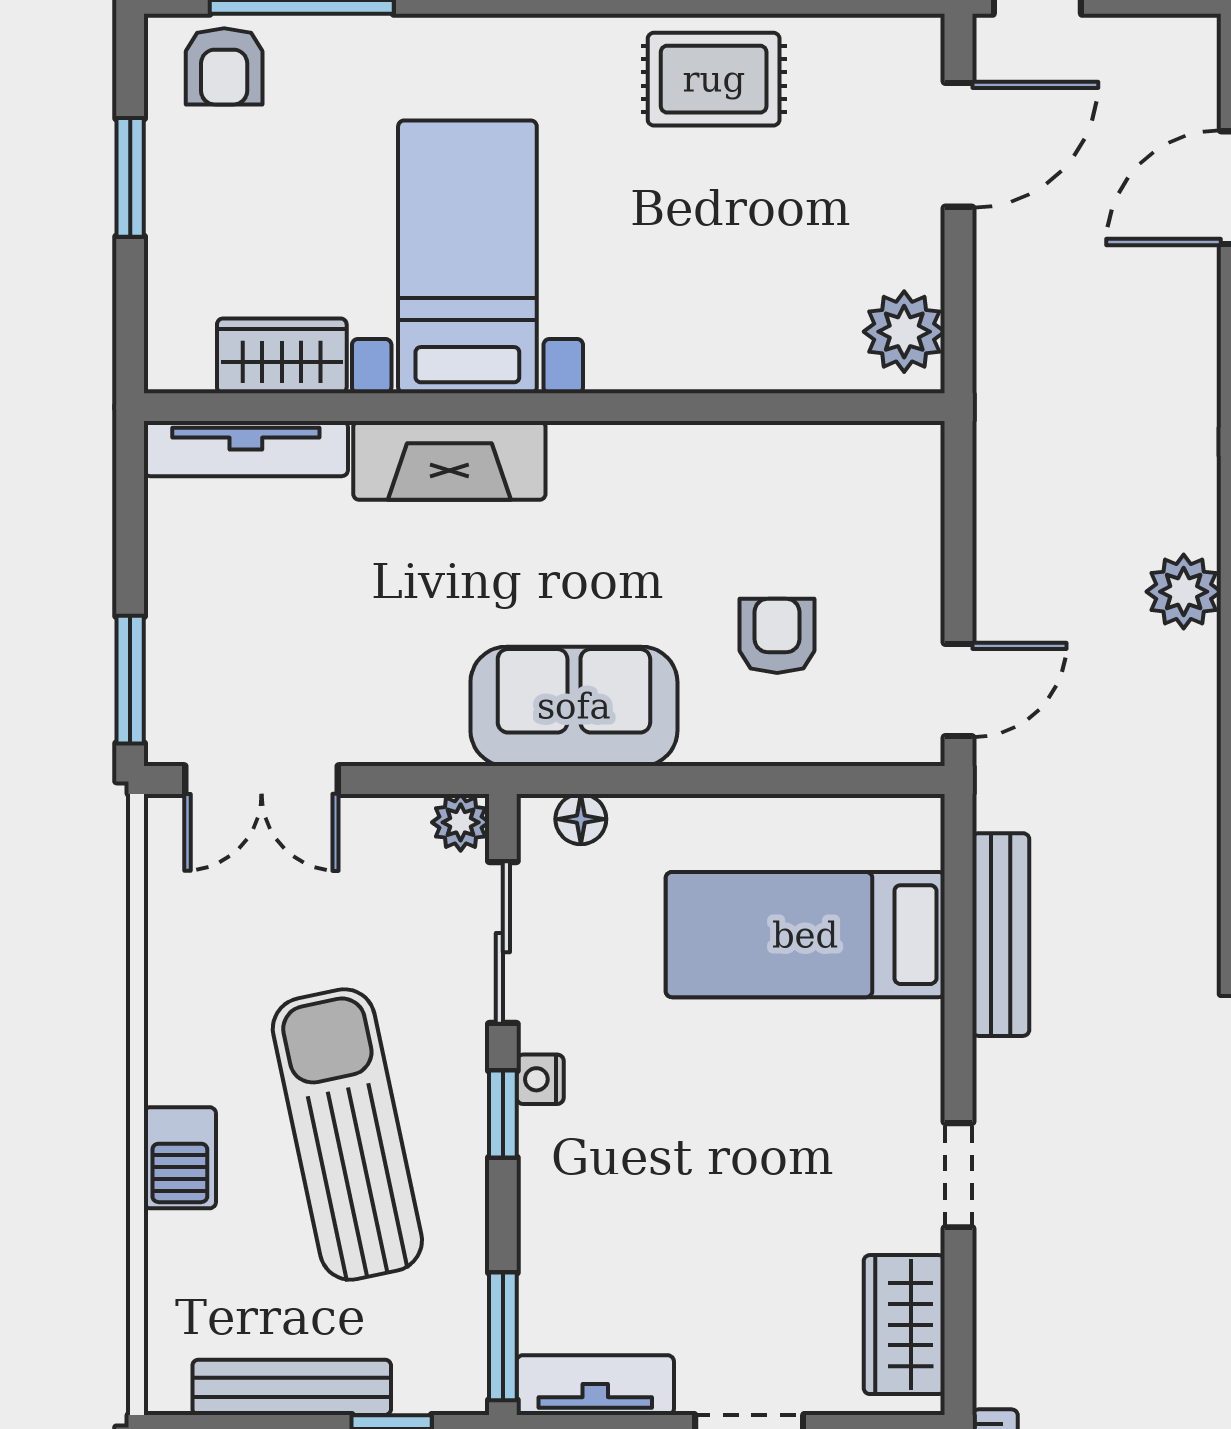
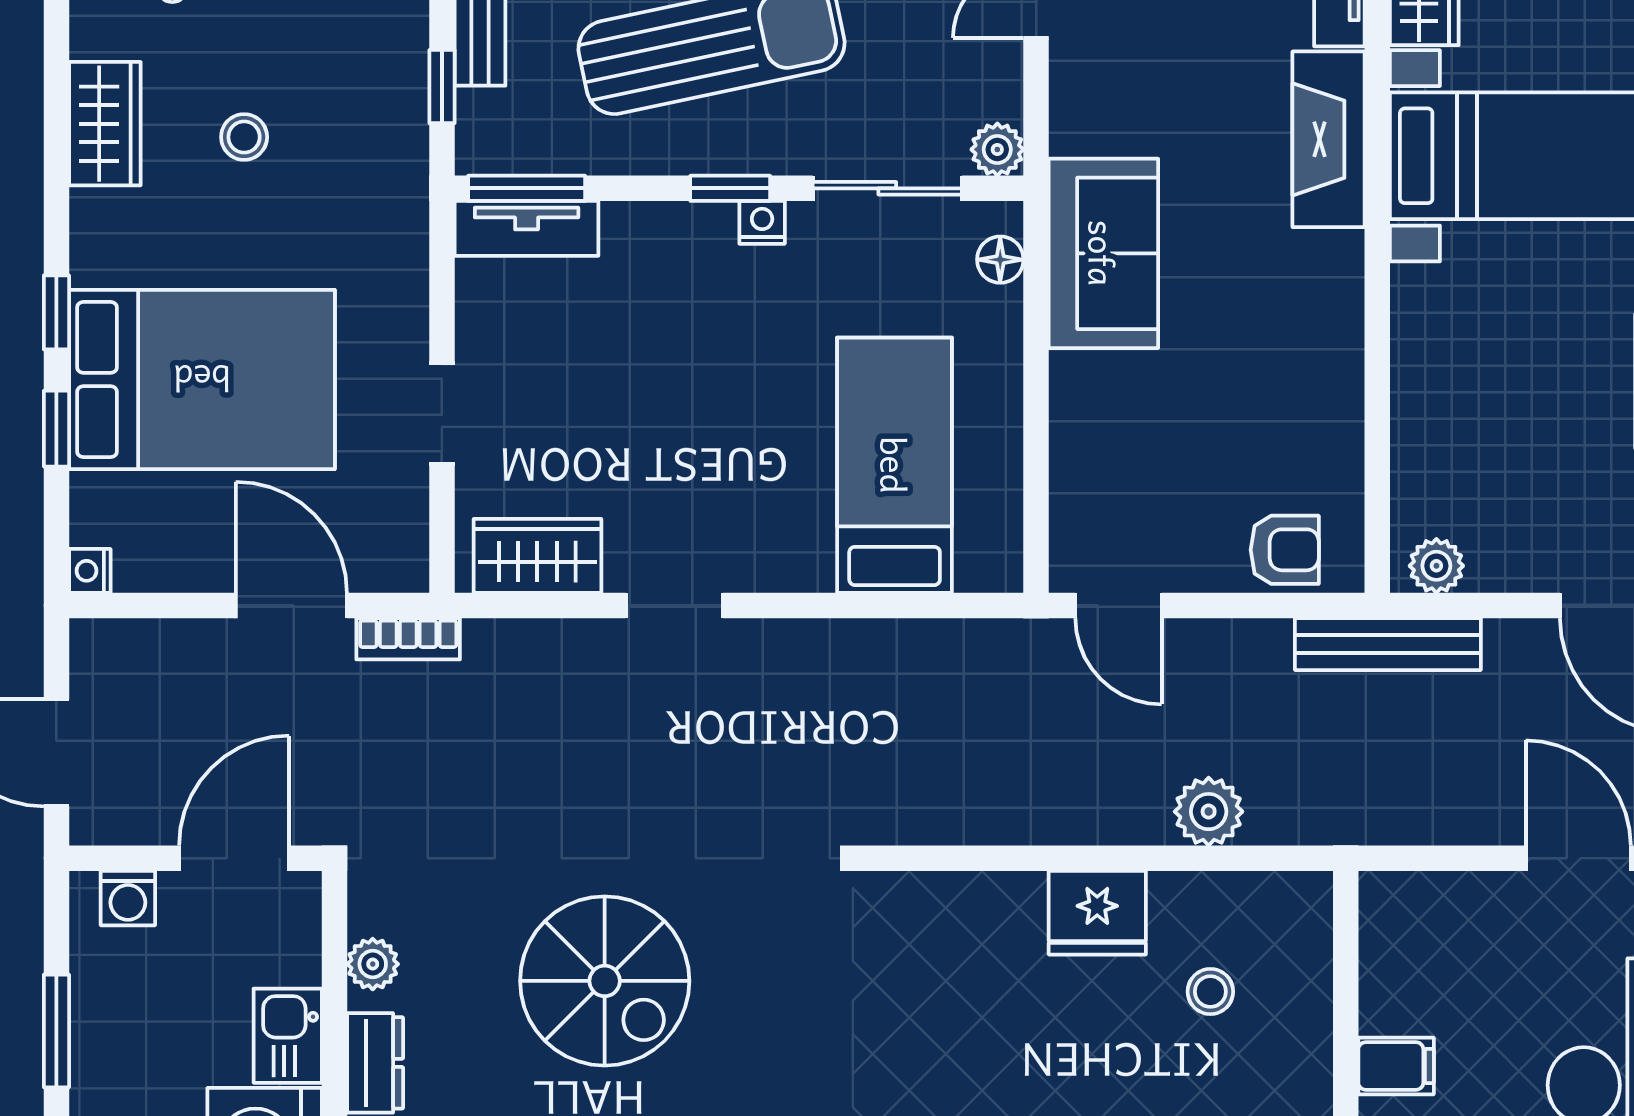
plant: (904, 332) -> (1436, 566), width x0.73, depth x0.73
armchair: (777, 636) -> (1285, 550), moved
bench: (1001, 935) -> (1388, 644), moved
tv unit: (595, 1385) -> (527, 228), moved, turned 90

